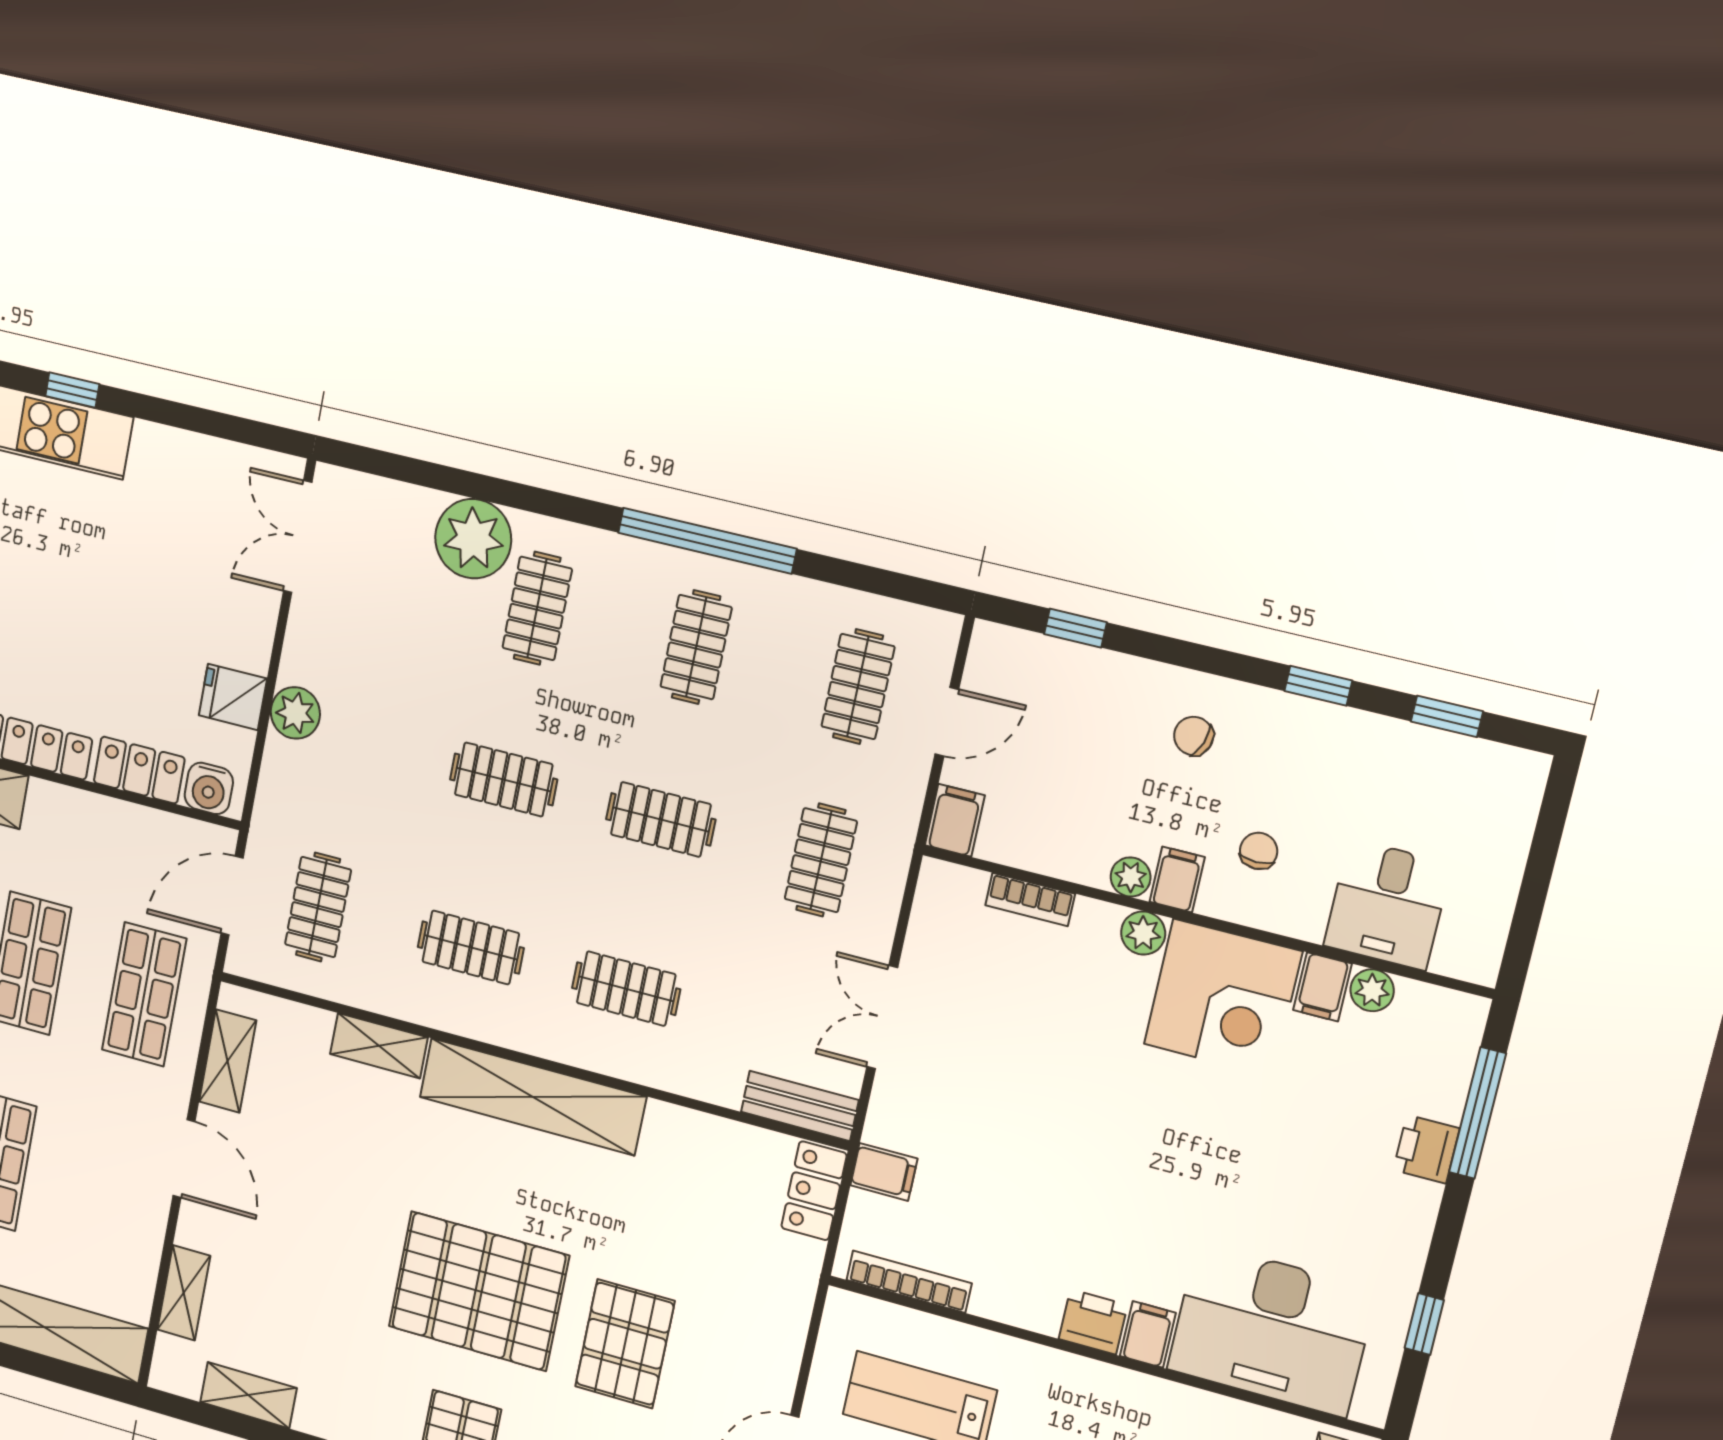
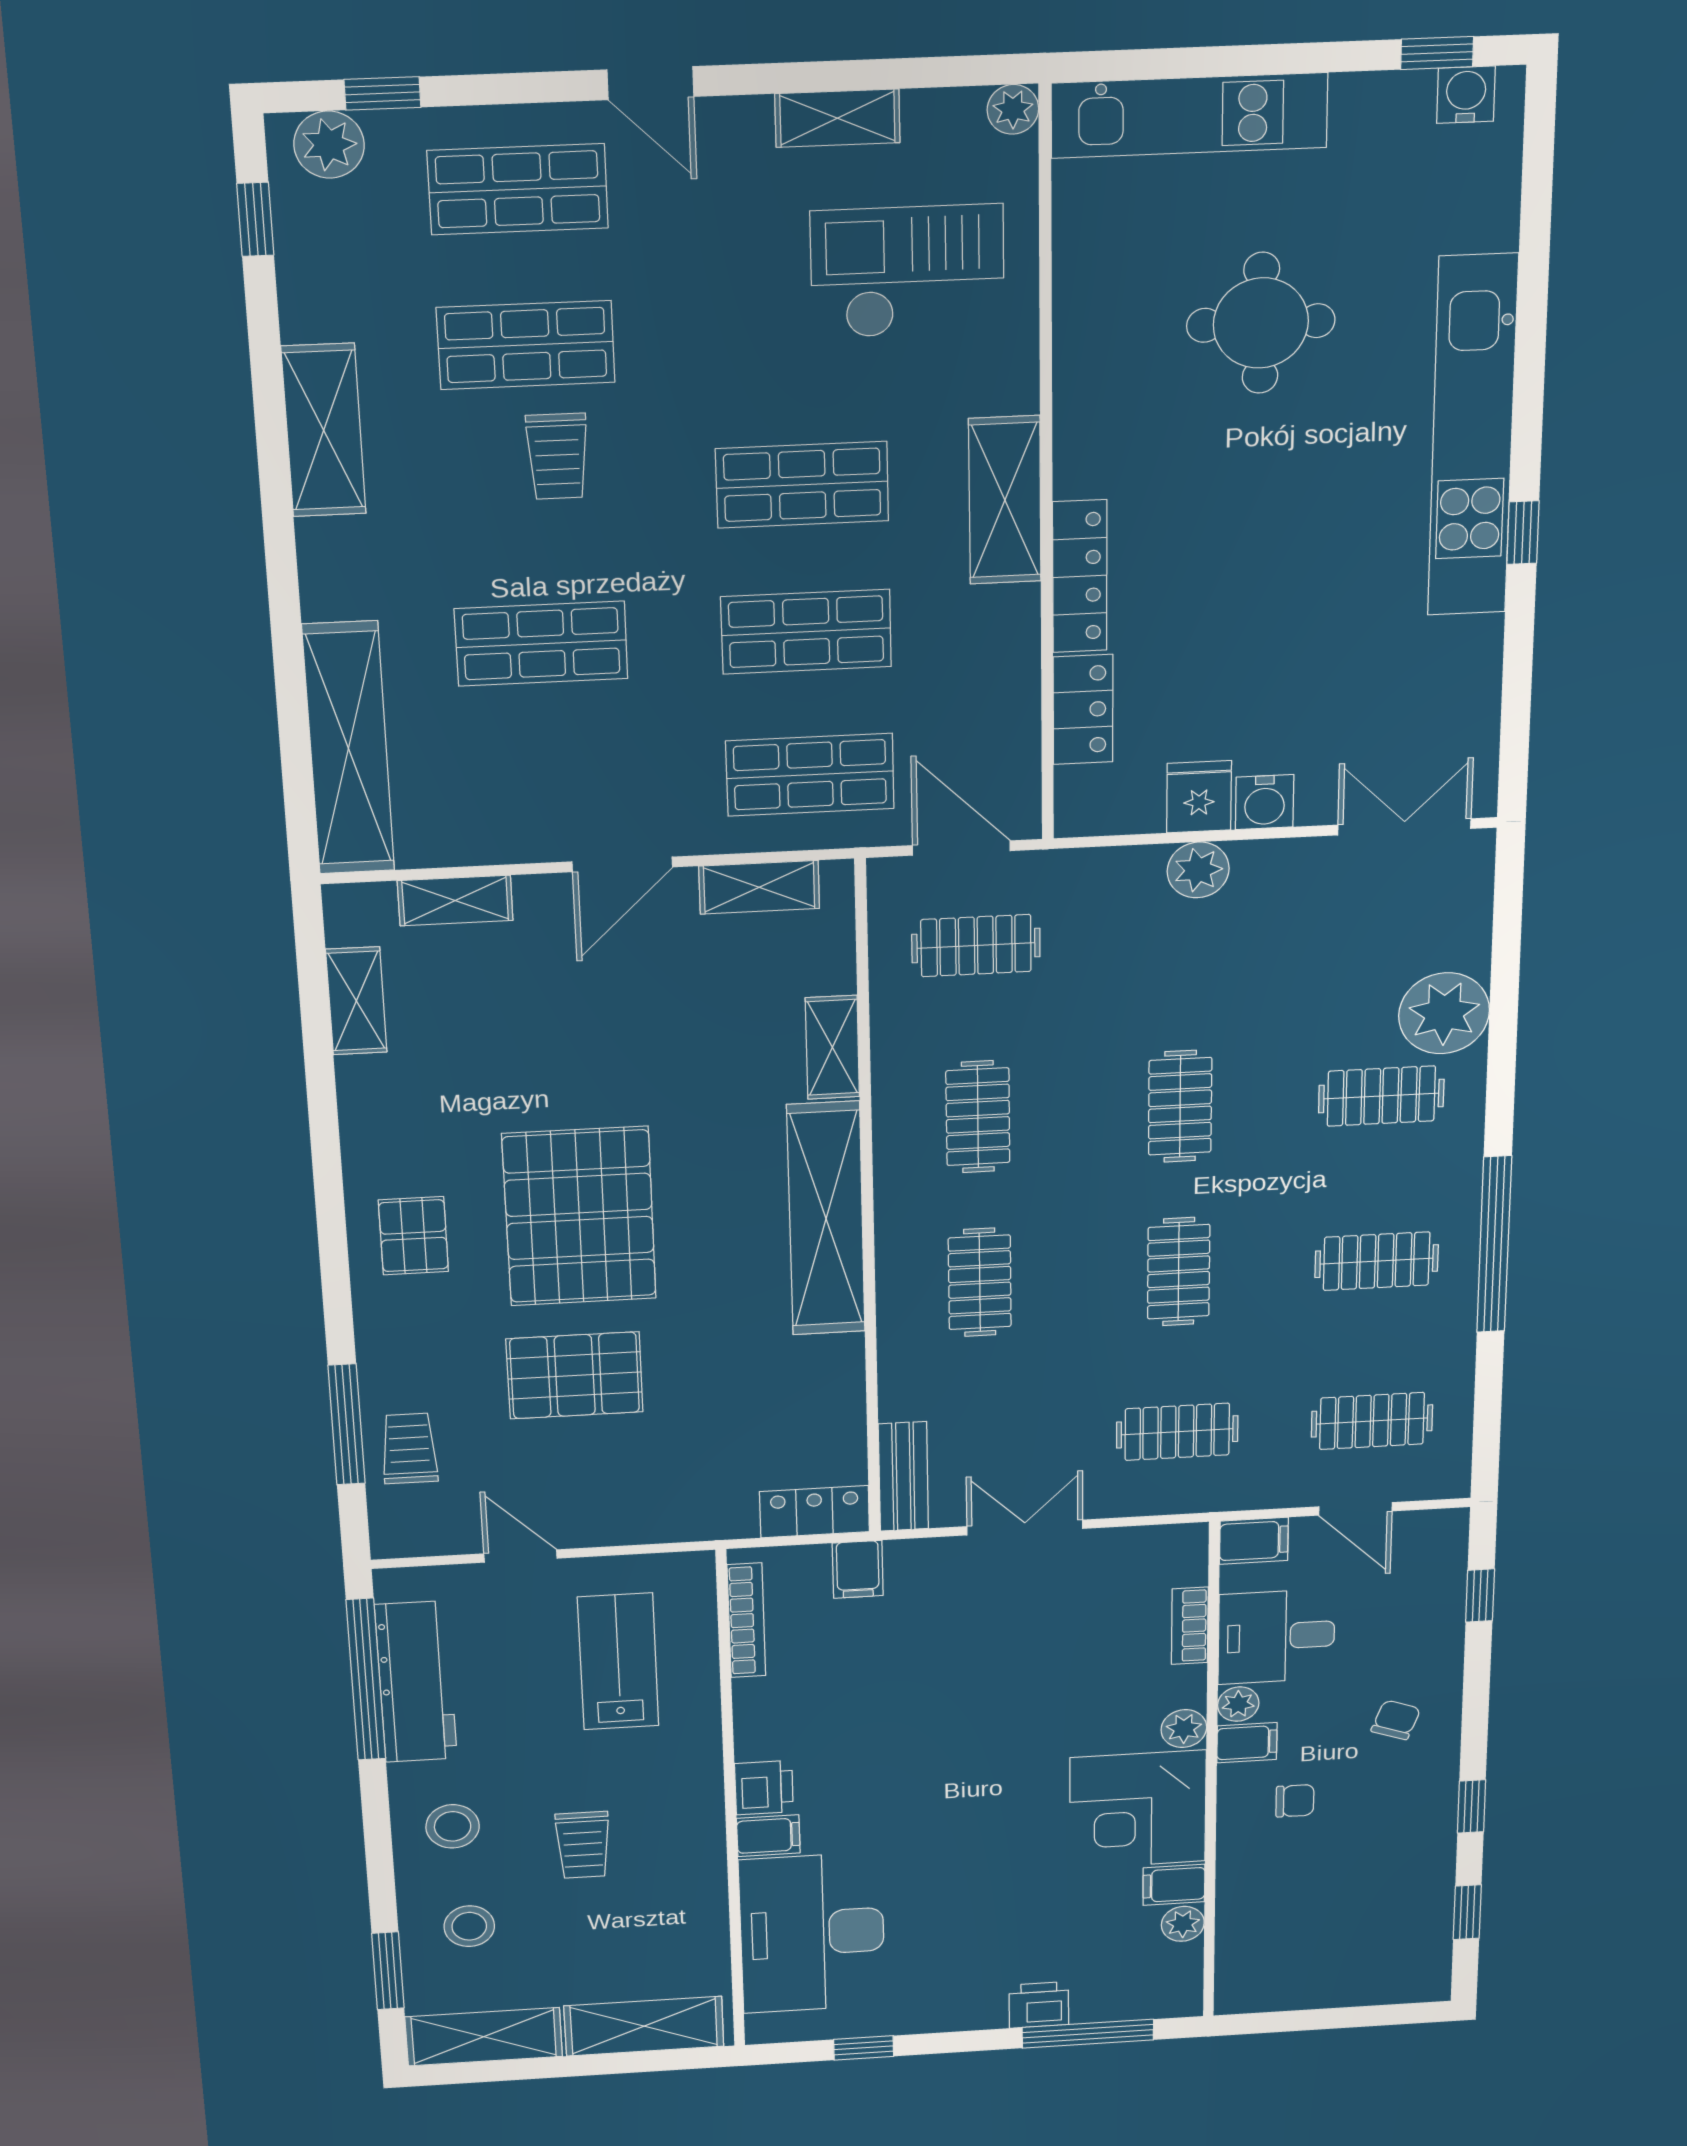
water cooler: (209, 788) -> (1265, 802), moved, turned -90
desk: (1387, 905) -> (1276, 1636), moved

